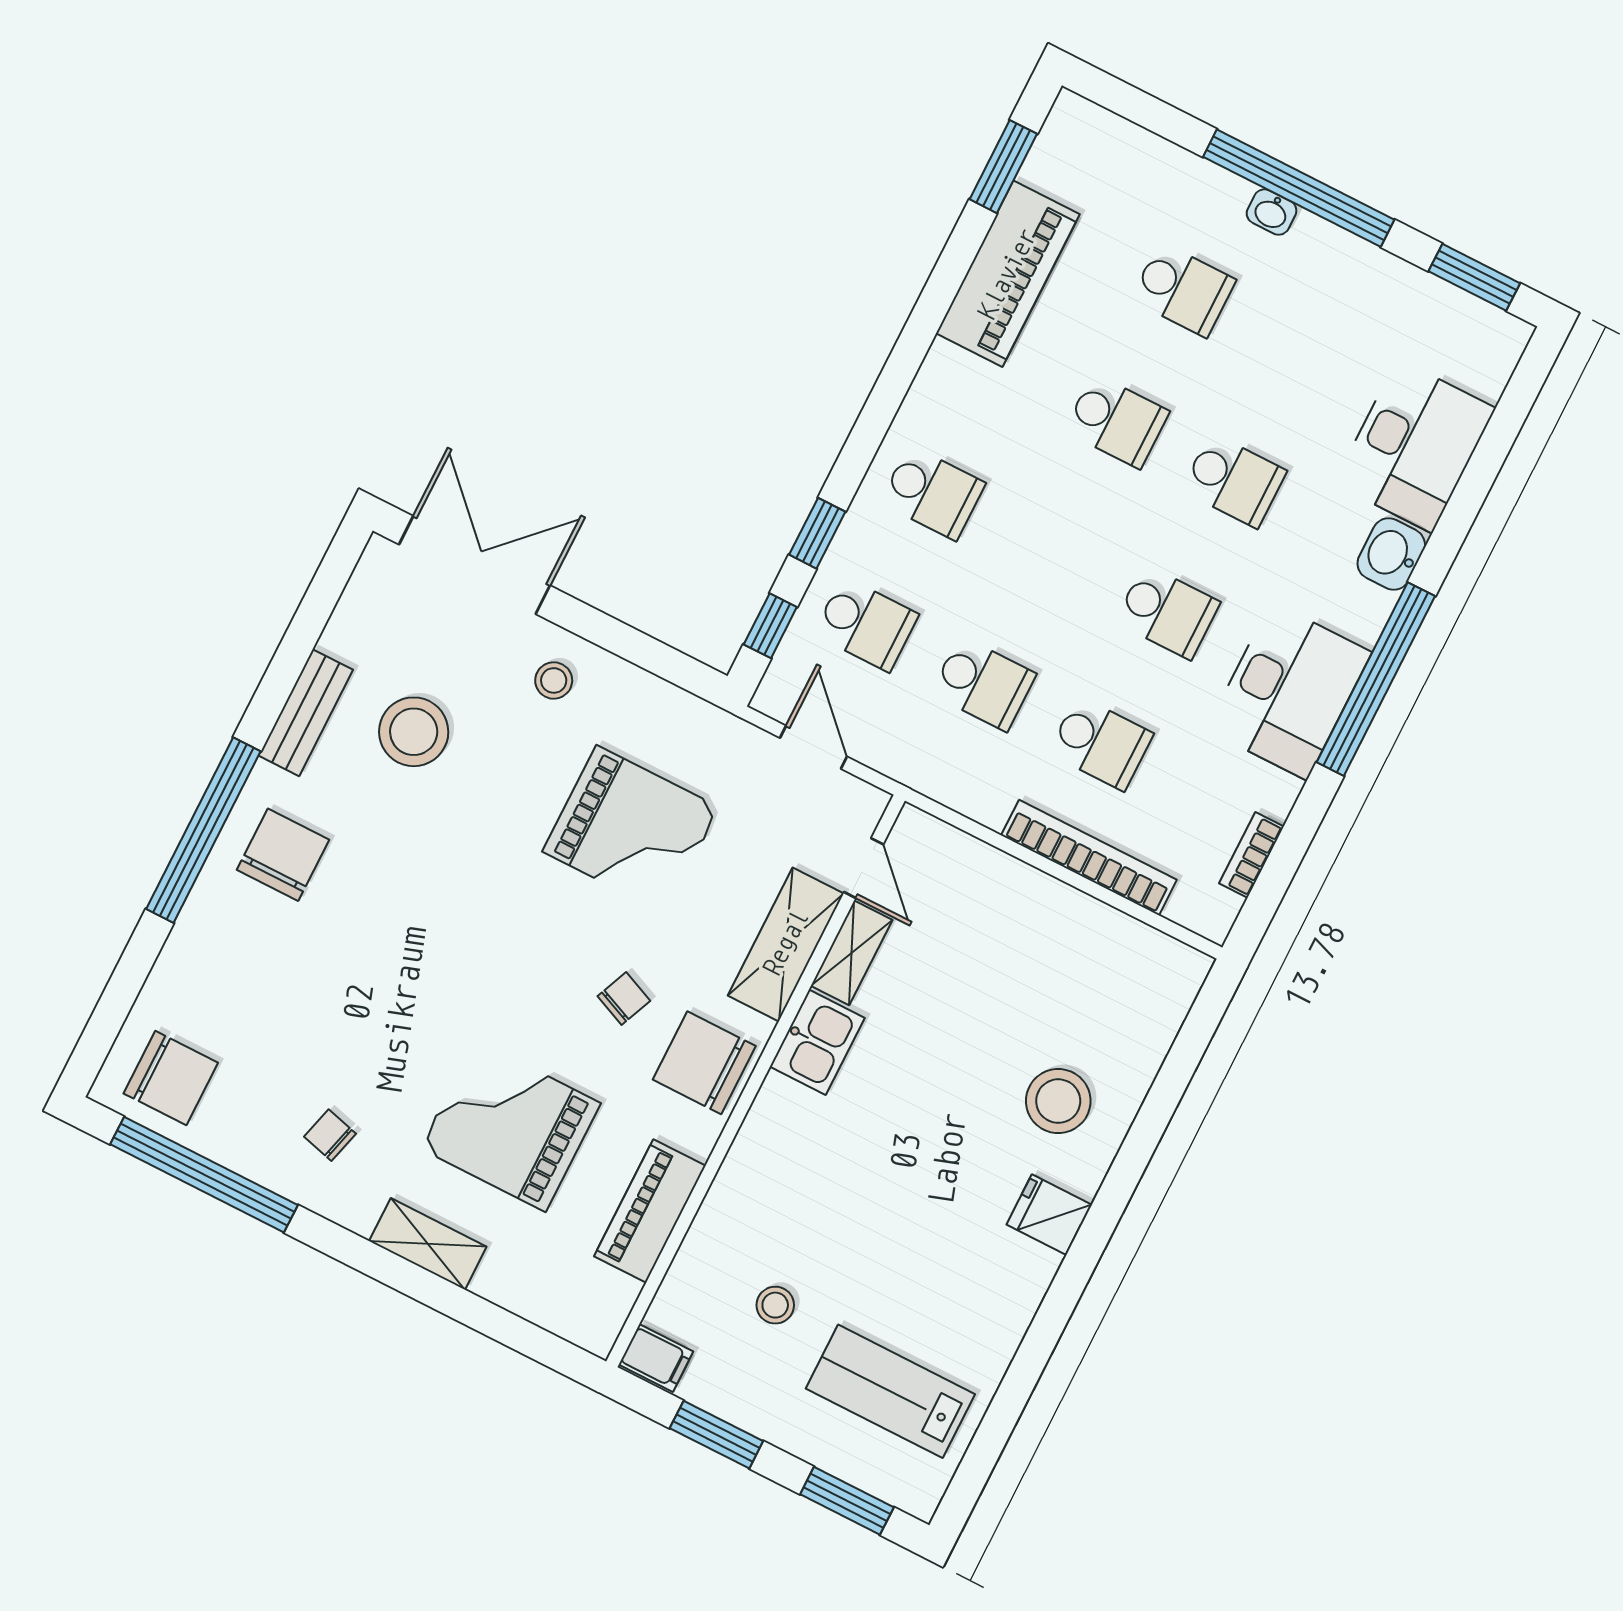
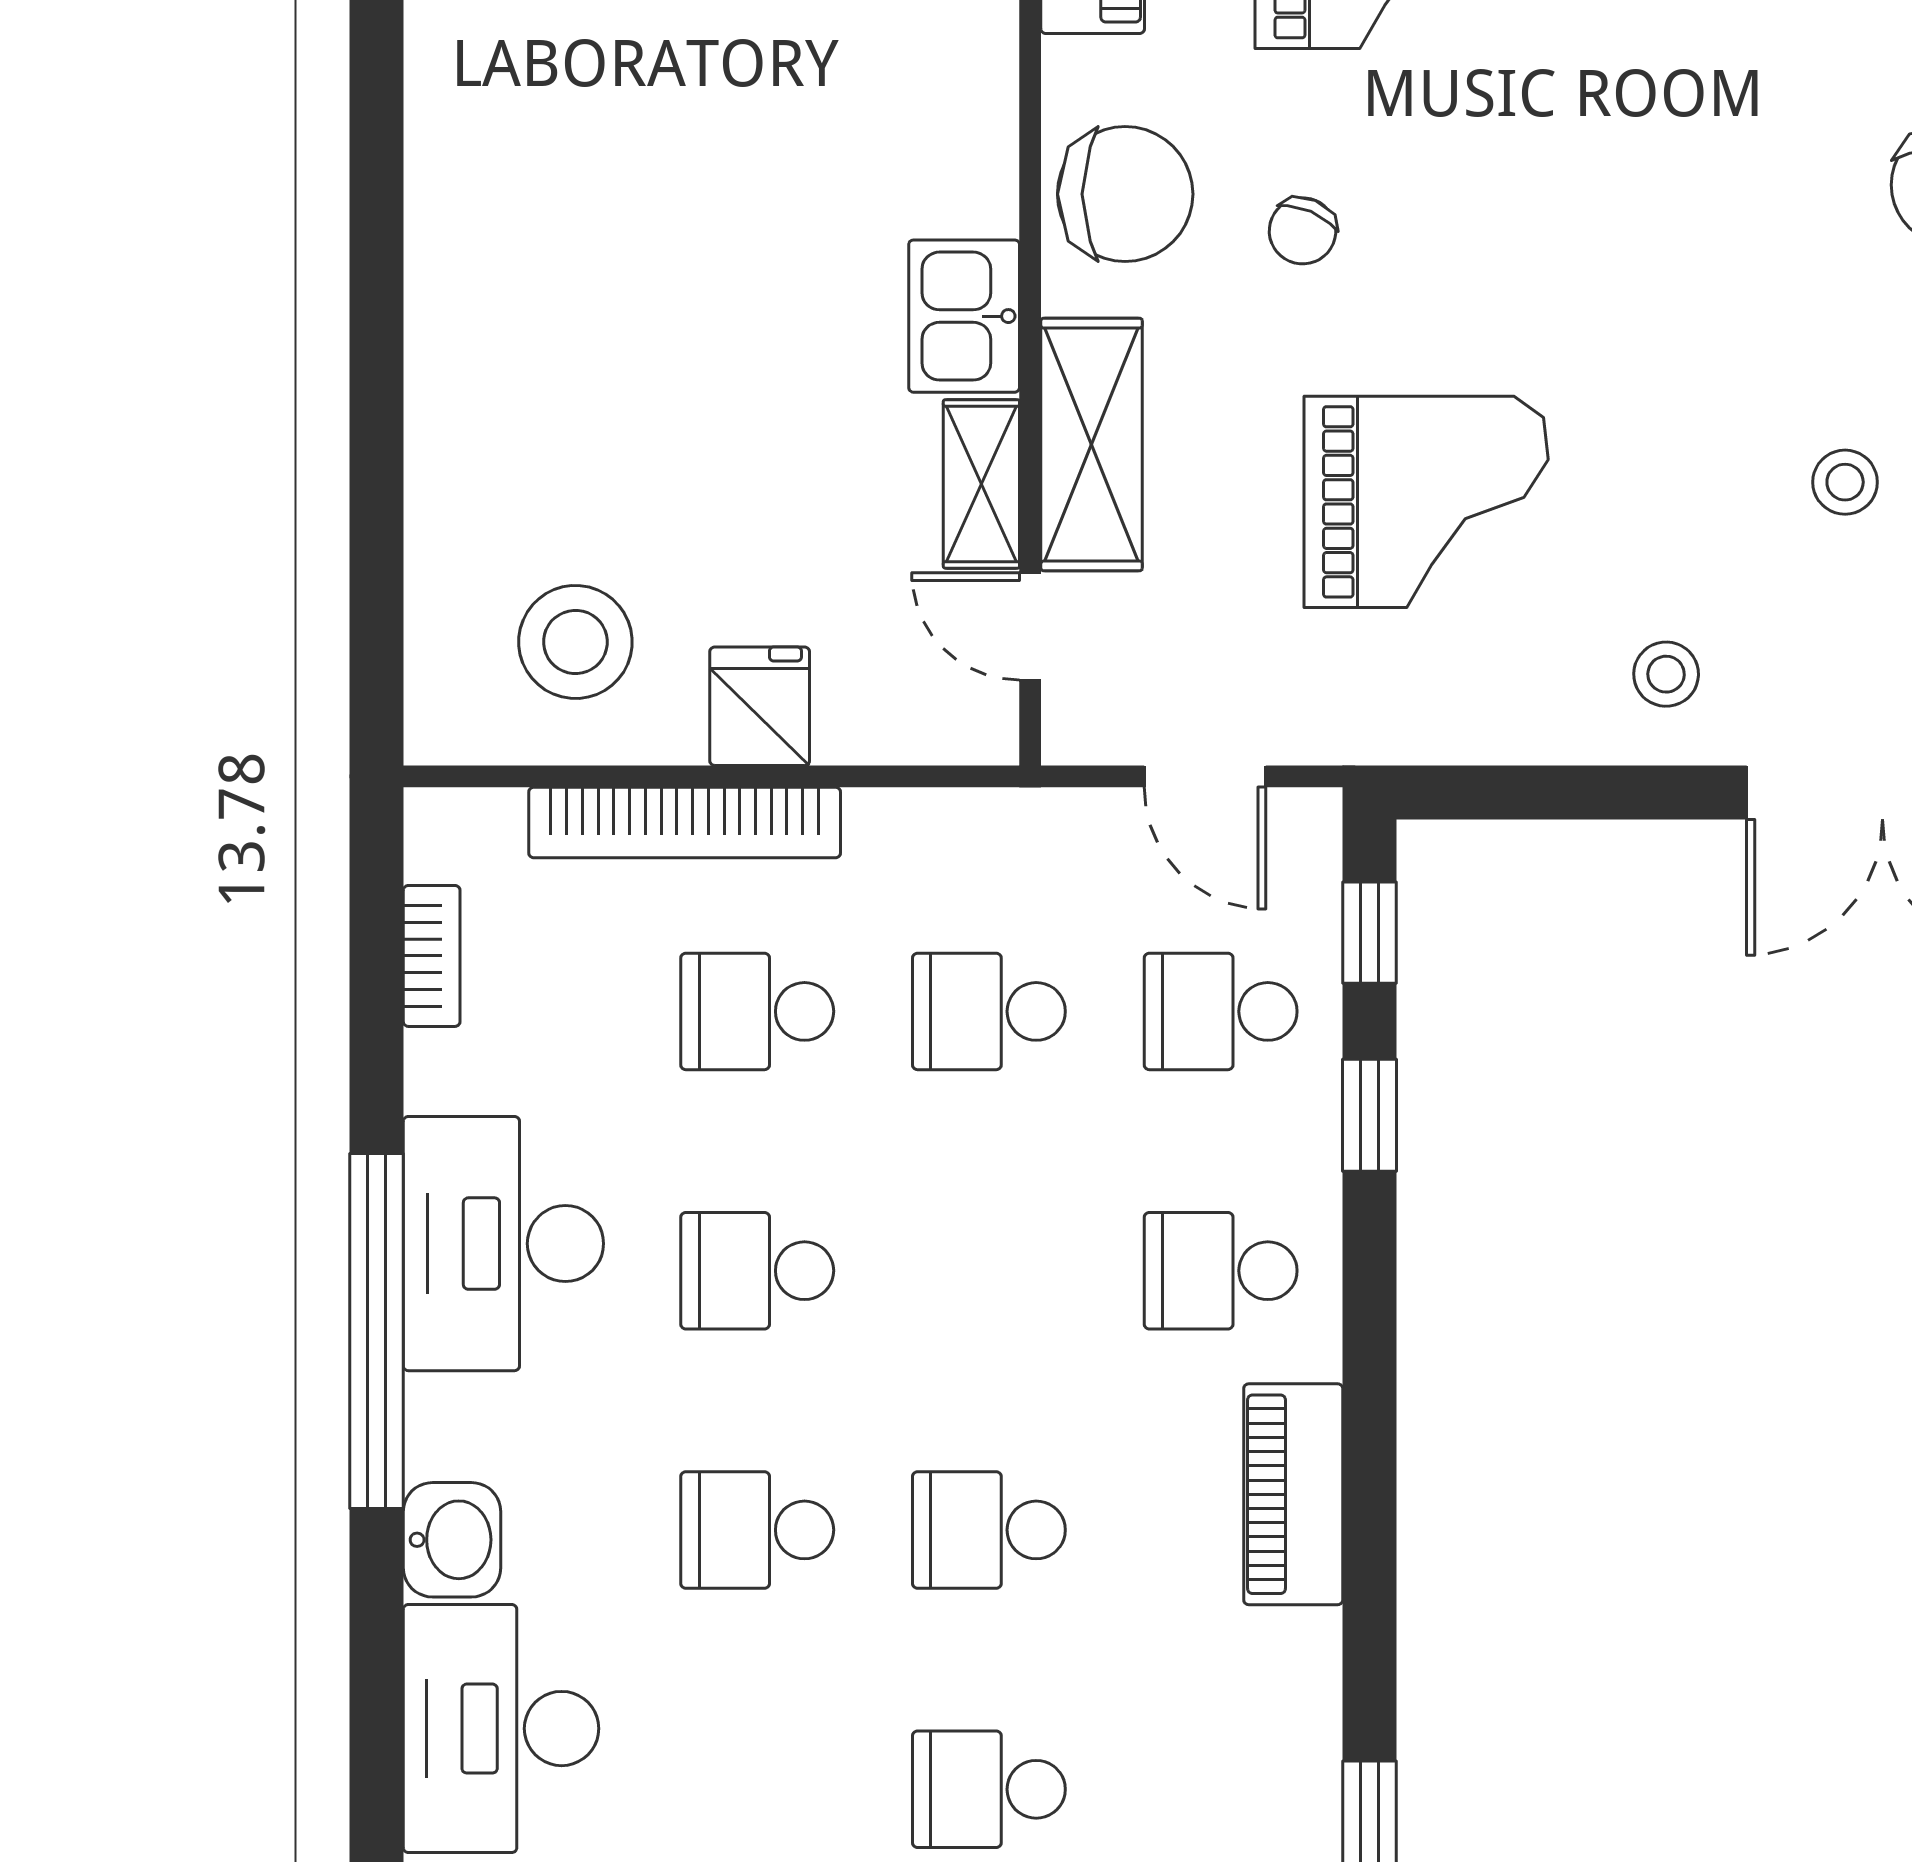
piano: (1008, 274) -> (1293, 1494), moved, width x0.73, depth x0.75
stool: (414, 732) -> (1845, 482), width x0.53, depth x0.53
grand piano: (631, 829) -> (1426, 502), turned 180
stool: (1058, 1101) -> (575, 642), moved
fridge: (1049, 1215) -> (760, 706), moved, turned -90

